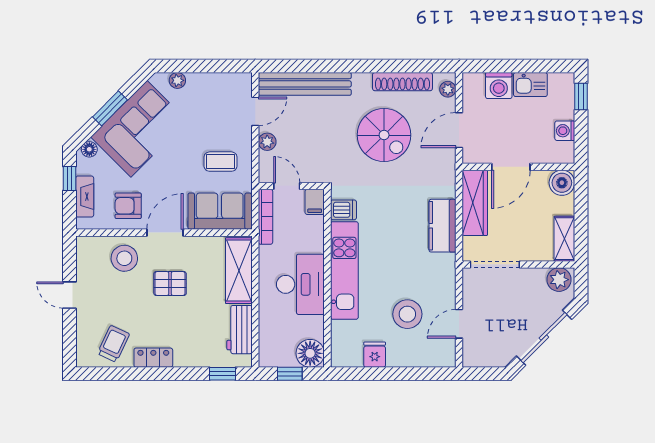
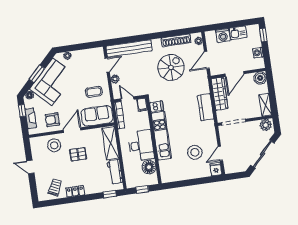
spiral stairs: (384, 135) -> (171, 67), turned -90
floor lamp: (310, 353) -> (149, 167), moved
fridge: (375, 355) -> (216, 169), moved

